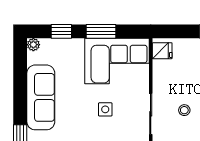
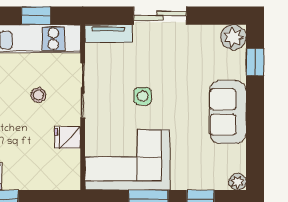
fridge: (162, 51) -> (68, 137), moved
sofa: (41, 97) -> (228, 112), width x0.73

